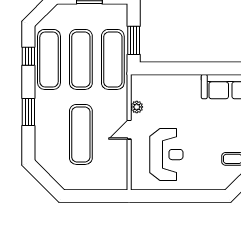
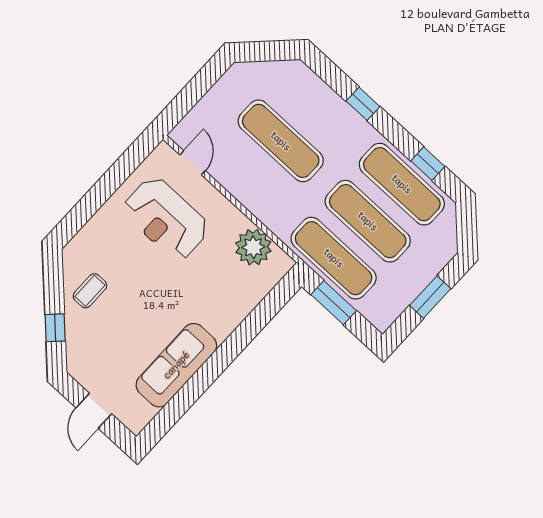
plant: (137, 107) -> (253, 247), width x1.87, depth x1.87
window: (28, 112) -> (363, 104), width x0.67
door: (129, 130) -> (193, 163), moved

